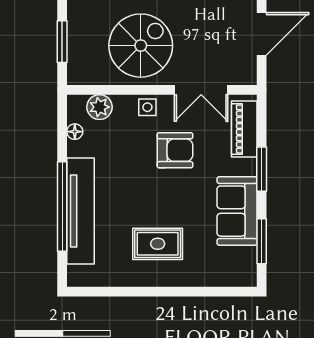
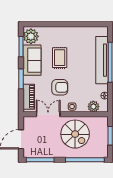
spiral stairs: (141, 46) -> (75, 134), turned -90
armchair: (175, 150) -> (60, 87), turned 180
rug: (158, 244) -> (60, 58), moved, turned 90
plant: (240, 264) -> (31, 36), added

